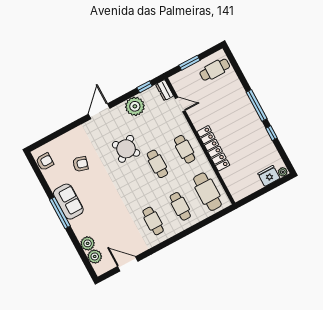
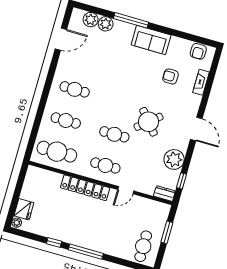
door: (180, 104) -> (126, 190), moved
fireplace: (64, 139) -> (201, 82), added
armchair: (80, 164) -> (171, 76), turned 74
window: (60, 213) -> (131, 20), moved

